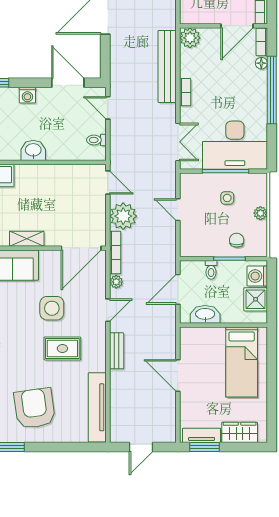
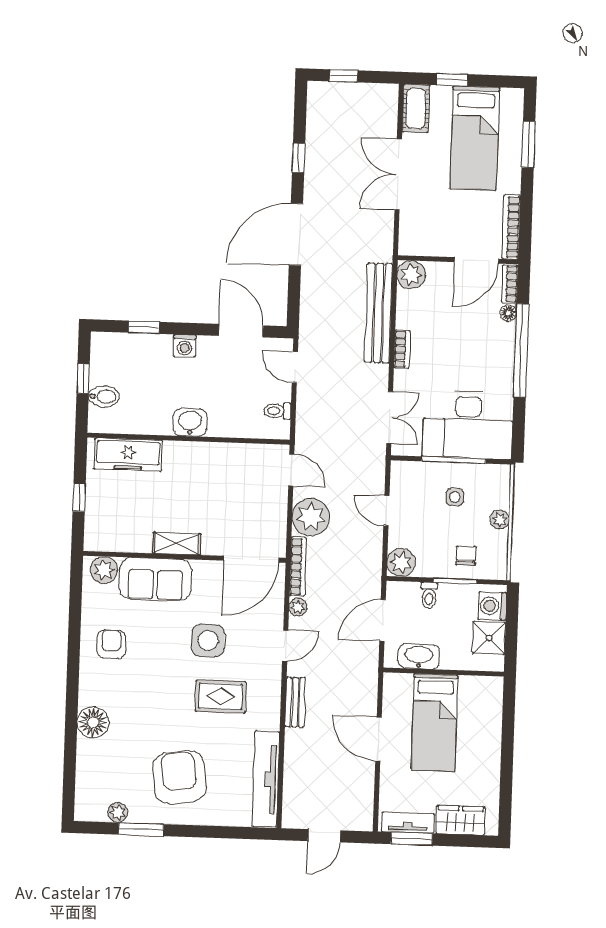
plant: (190, 247) -> (401, 562), added
bed: (242, 362) -> (434, 723), moved

